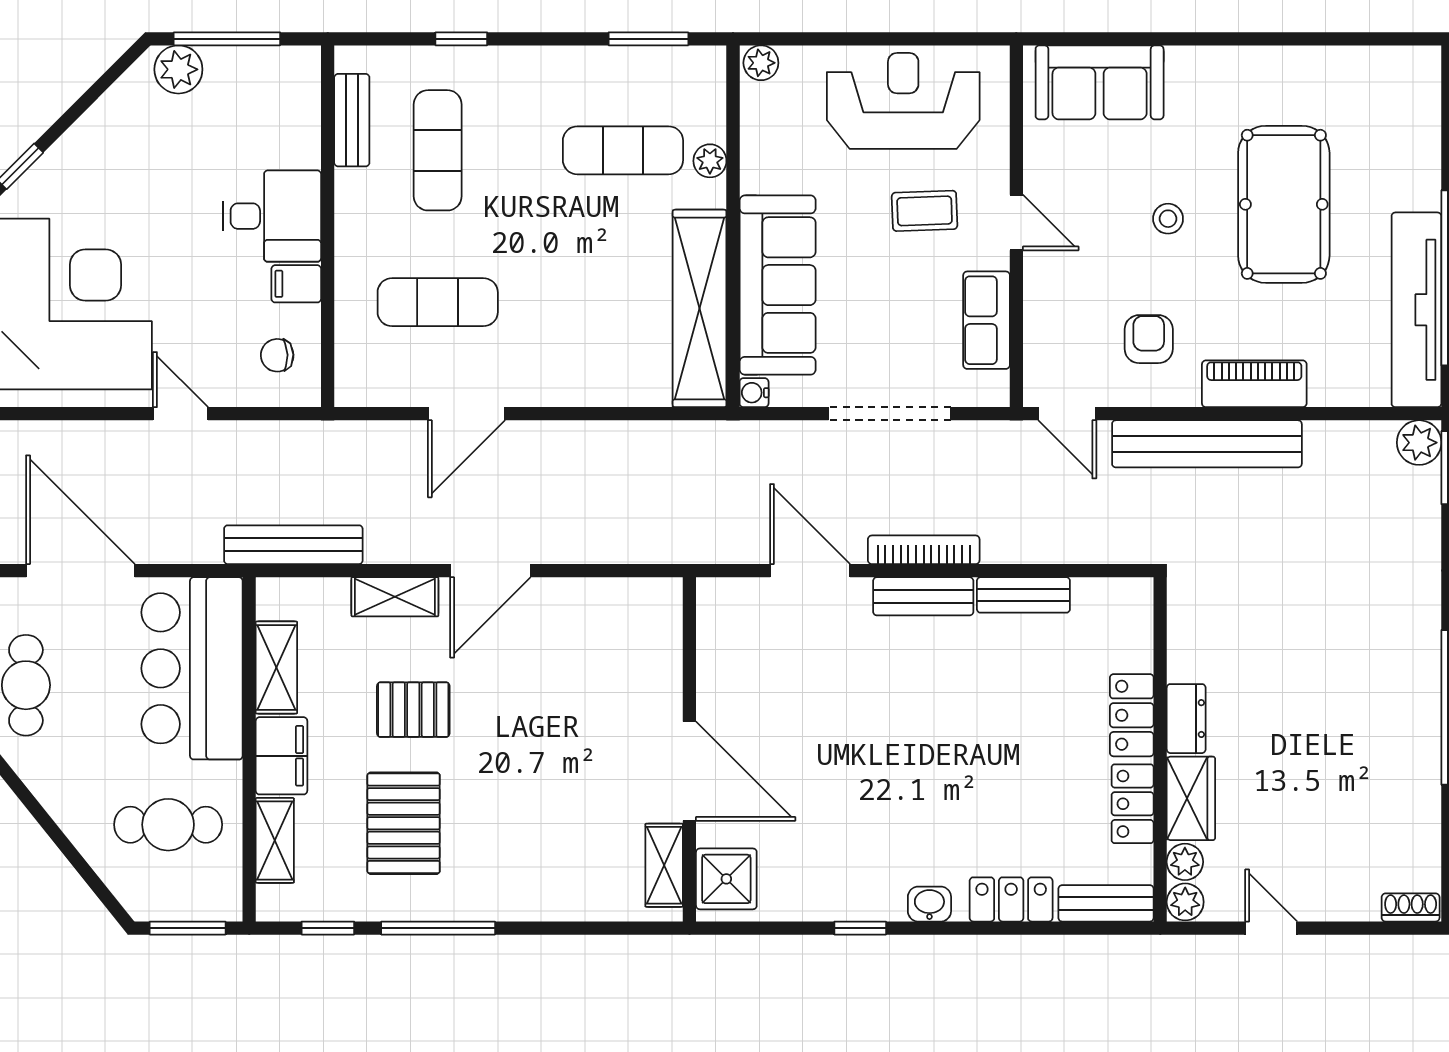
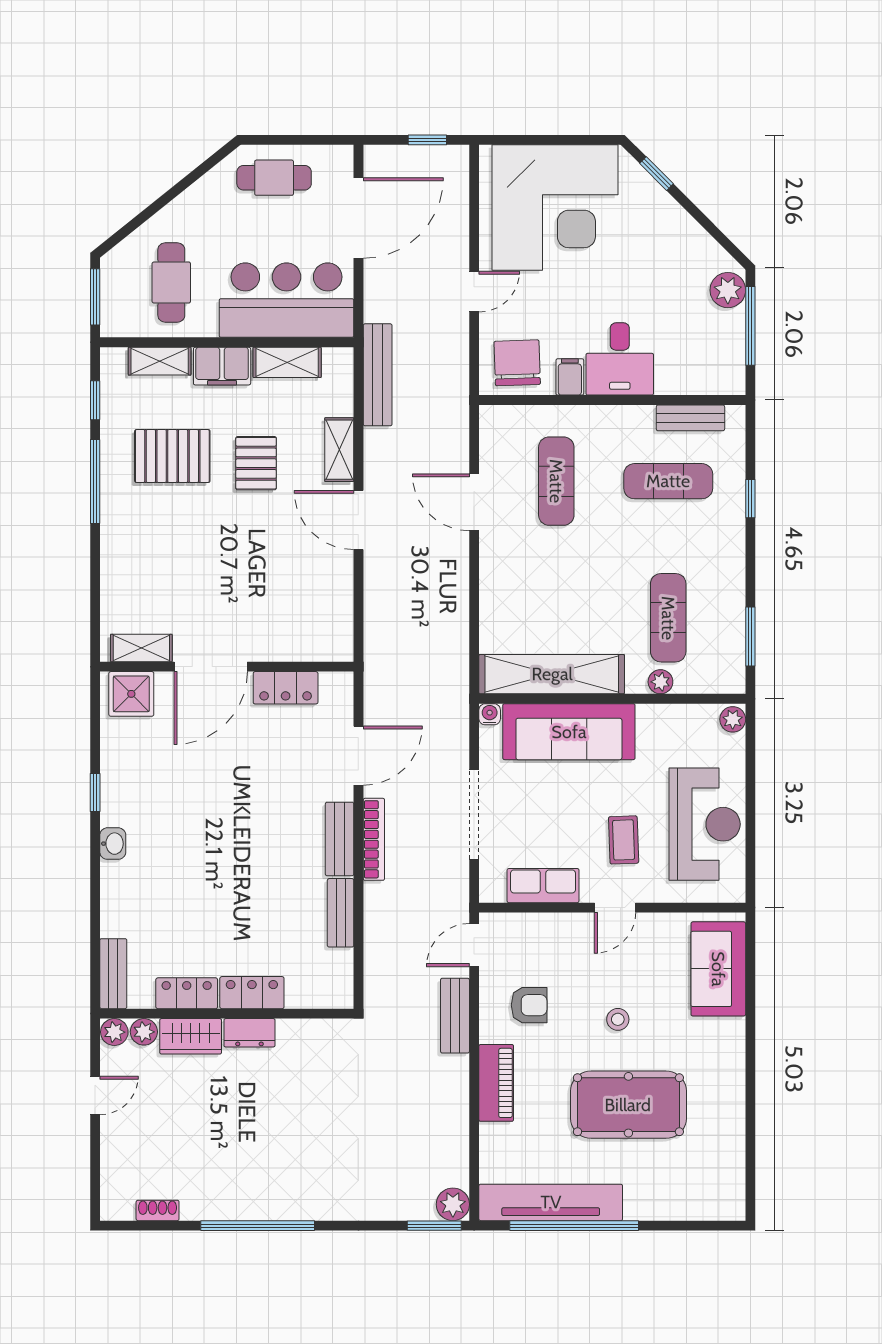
chair: (277, 355) -> (517, 363), width x1.87, depth x1.87
bench: (1207, 444) -> (455, 1016), width x0.54, depth x0.82
locker: (1011, 899) -> (286, 688), moved, turned 90
shoe rack: (1411, 907) -> (158, 1210), moved, turned -90

